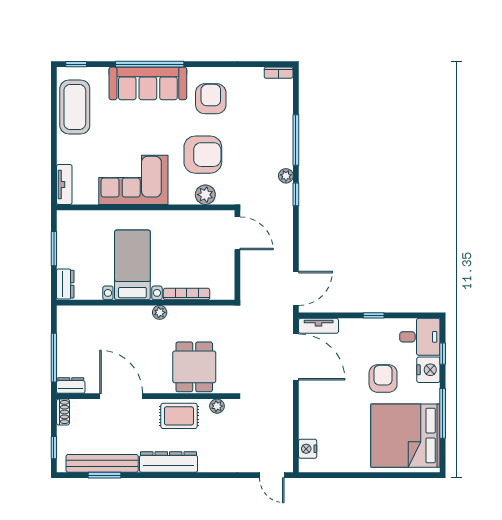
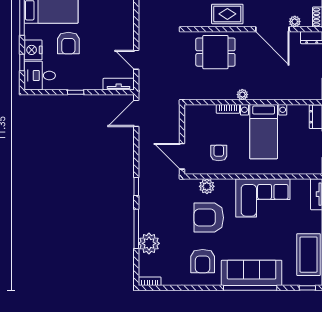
plant: (286, 176) -> (149, 243), moved, width x1.88, depth x1.88
armchair: (190, 237) -> (219, 153), added
bookcase: (187, 294) -> (228, 109), width x0.64
door: (296, 357) -> (136, 60), width x0.53
dining table: (194, 367) -> (215, 52), turned 90
plant: (217, 406) -> (295, 22), moved

